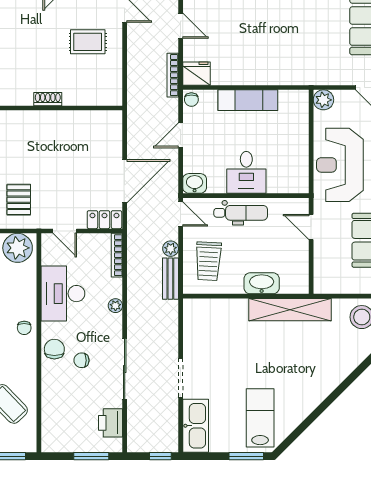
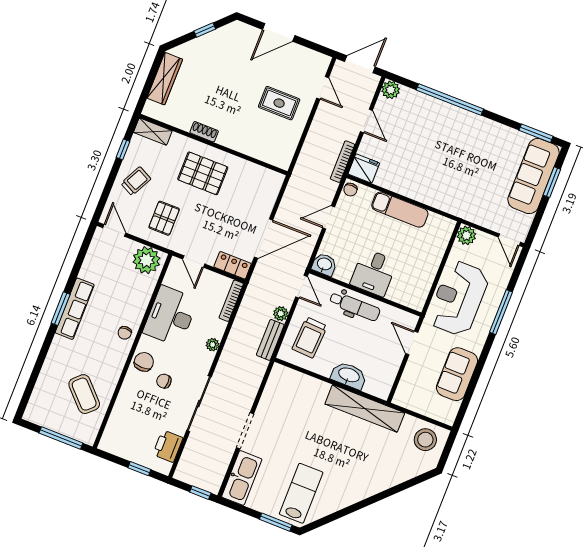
shoe rack: (48, 99) -> (204, 132), moved
pallet: (40, 141) -> (203, 173), added
window: (91, 456) -> (139, 469), width x0.67

